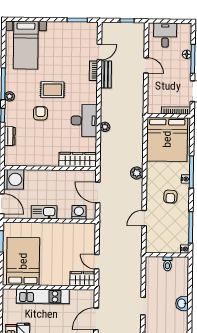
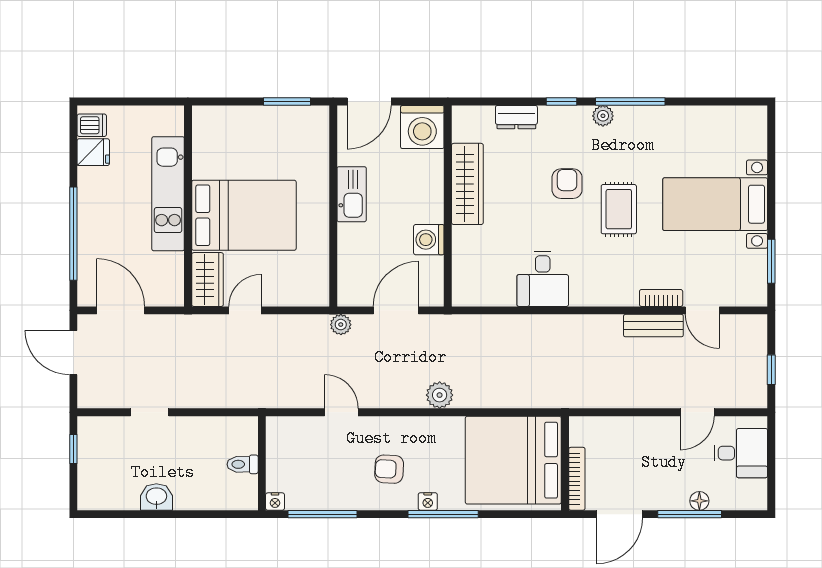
bed with nightstands: (26, 45) -> (715, 204), moved
door: (146, 65) -> (697, 412), moved
armchair: (40, 113) -> (567, 184), turned -90
desk: (84, 121) -> (543, 279), width x0.73
plant: (105, 127) -> (341, 325), moved
wardrobe: (78, 159) -> (467, 184), moved
washing machine: (79, 212) -> (429, 240), moved, turned 180
bed: (23, 261) -> (244, 215), moved

